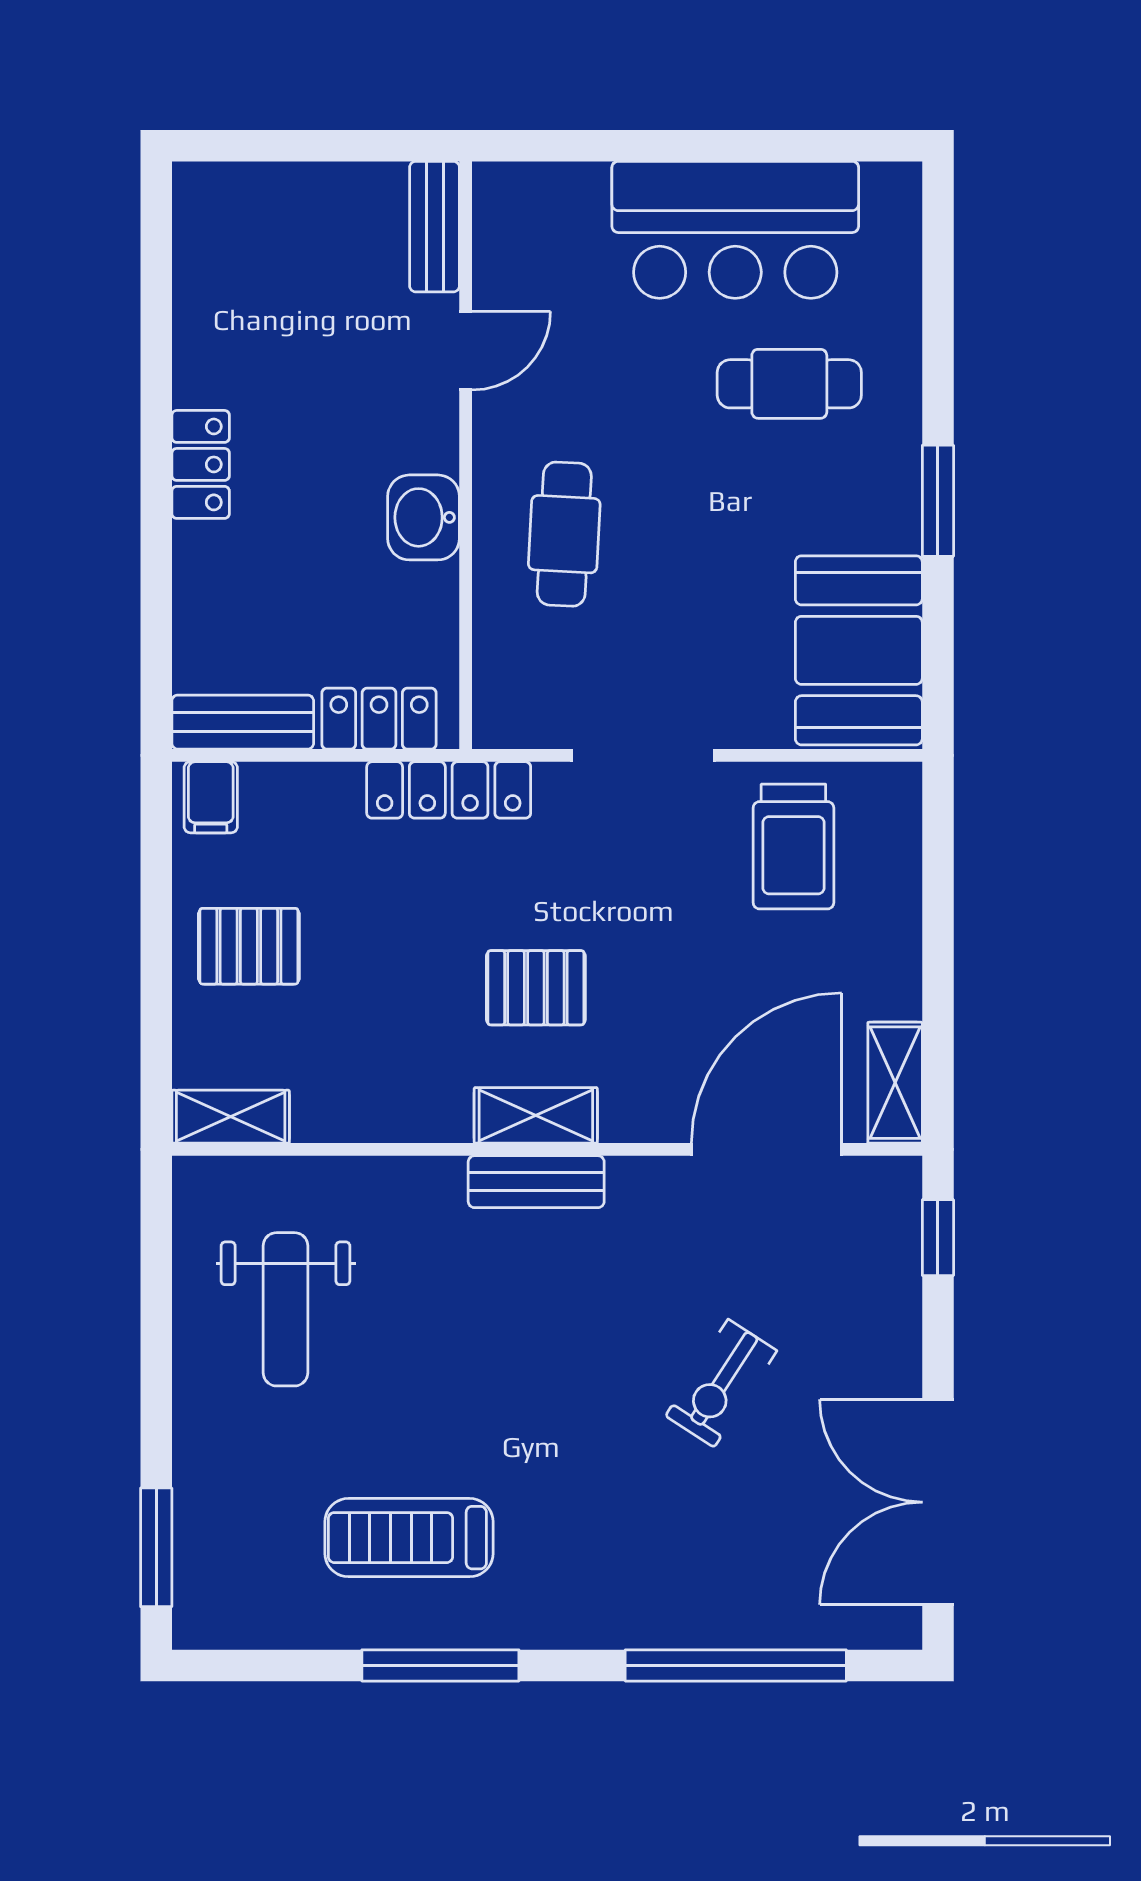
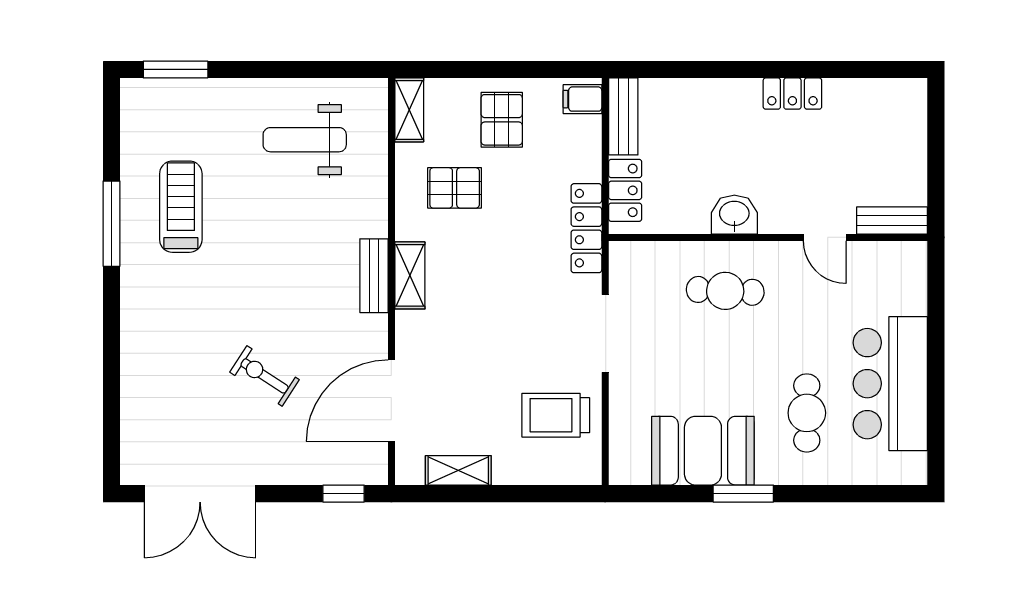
locker: (201, 464) -> (792, 94), moved
booth: (859, 650) -> (703, 451), moved
pallet: (536, 988) -> (455, 188), moved, turned 90
shelving: (895, 1083) -> (458, 470), moved
door: (766, 1149) -> (391, 401), swing flipped
double door: (938, 1502) -> (200, 494), swing flipped
window: (736, 1665) -> (112, 384), removed

